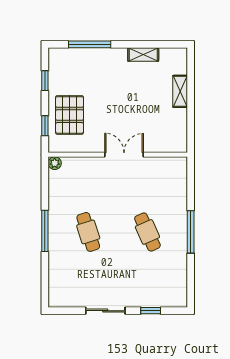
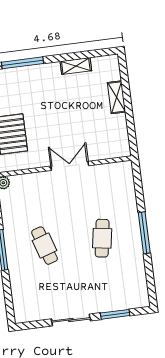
cafe table: (147, 232) -> (102, 238), turned 33
window: (151, 311) -> (115, 314), width x1.50

